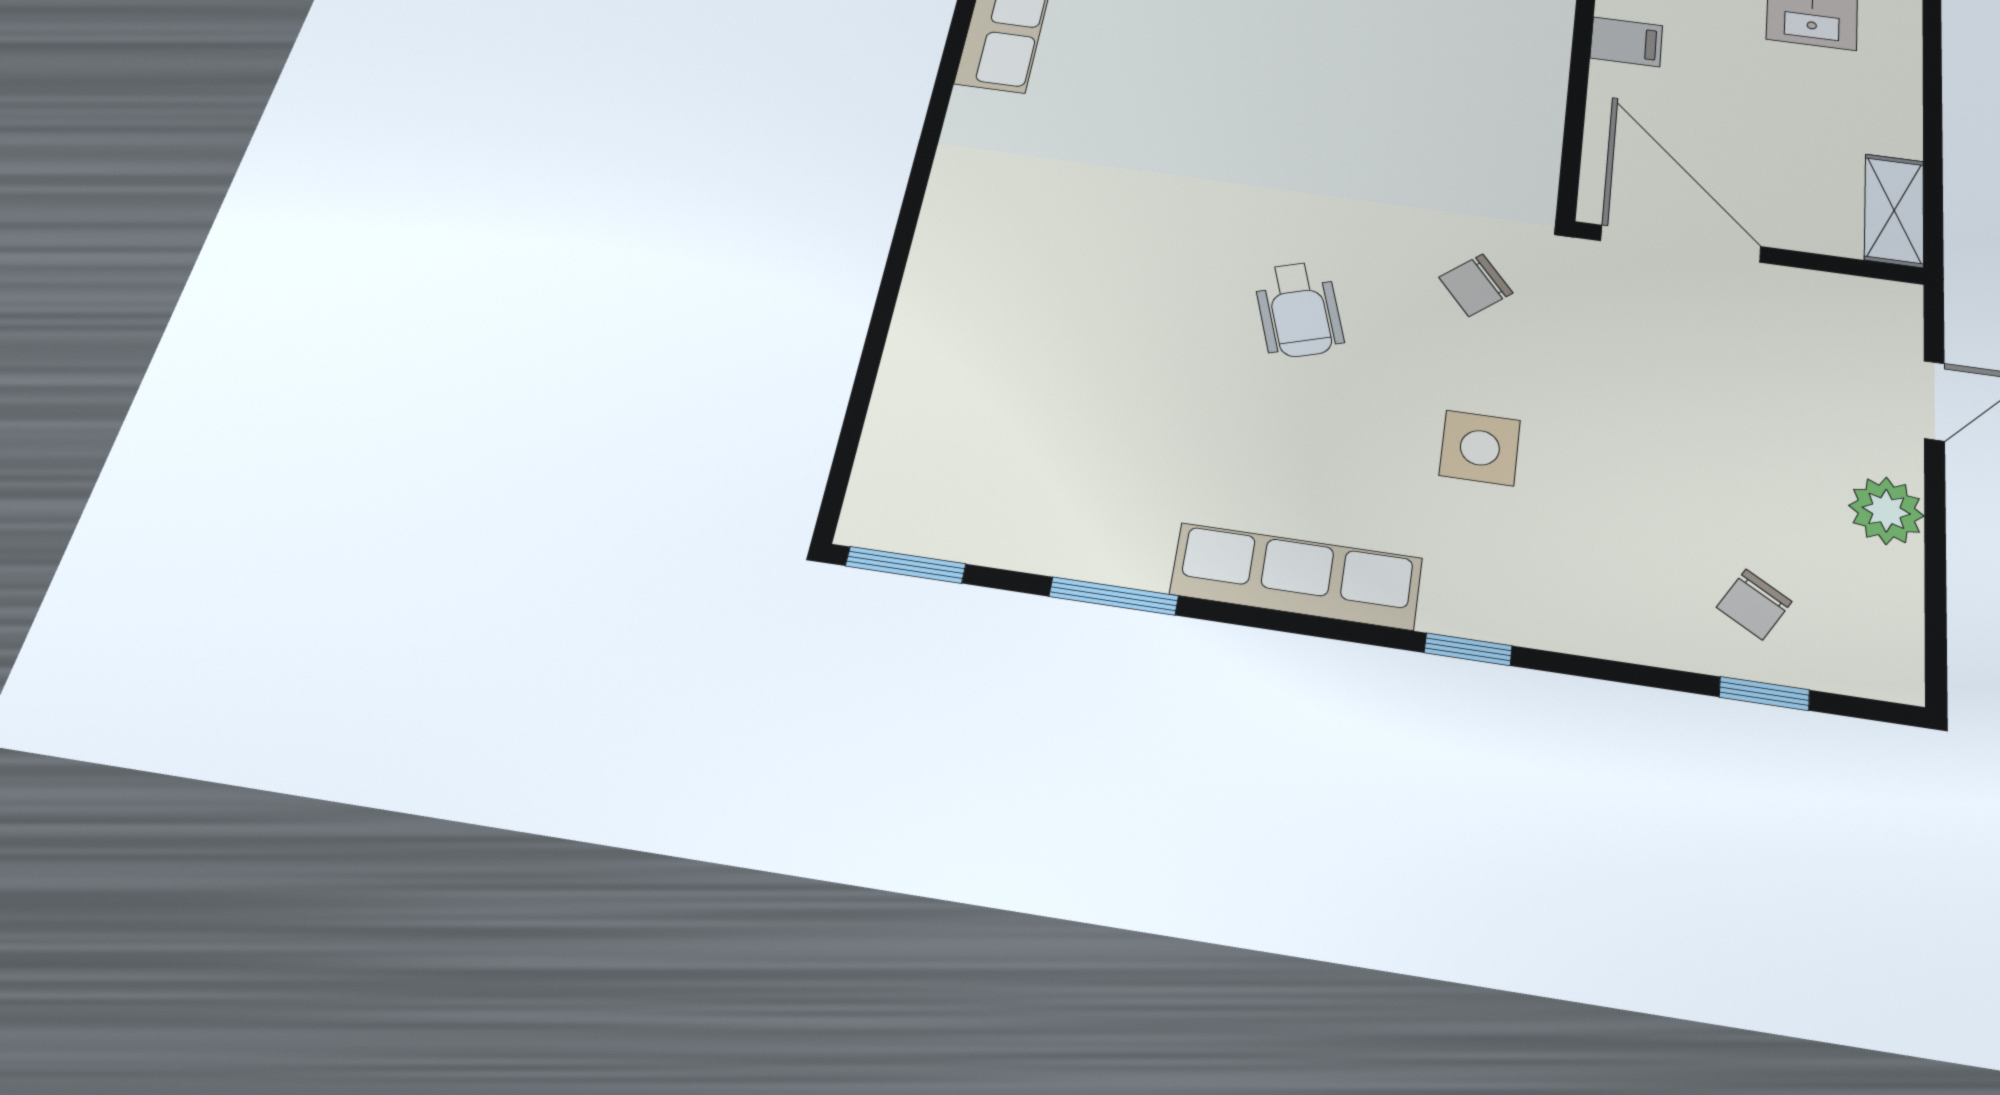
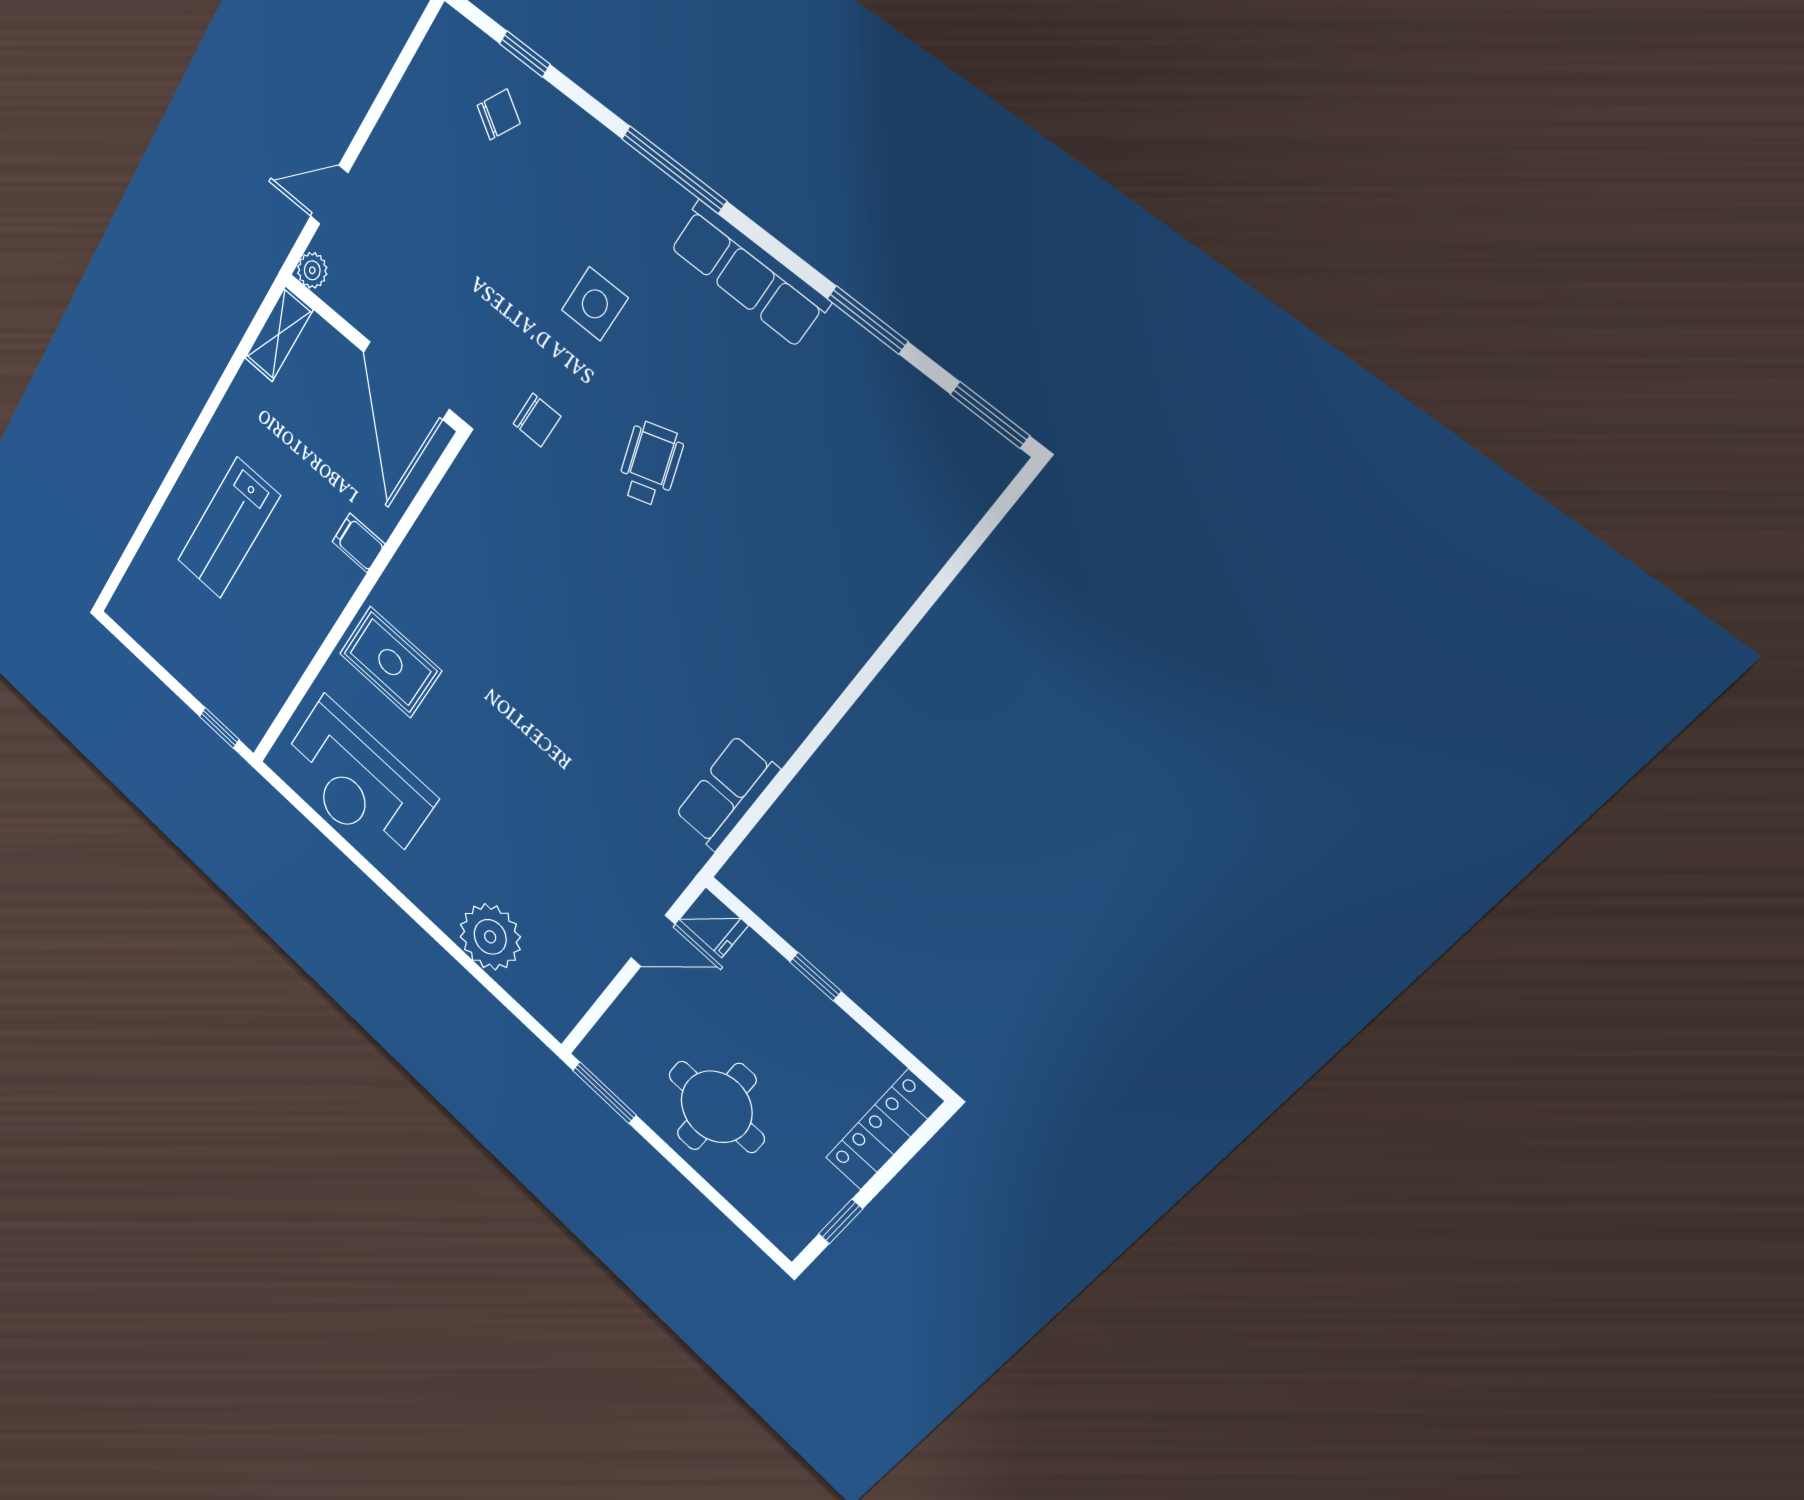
chair: (1476, 285) -> (537, 420), turned 40
plant: (1886, 511) -> (312, 270), moved, width x0.73, depth x0.73
window: (1468, 649) -> (674, 170), width x2.17

